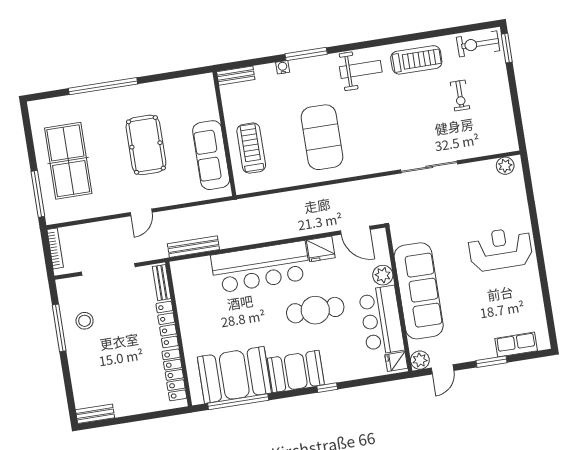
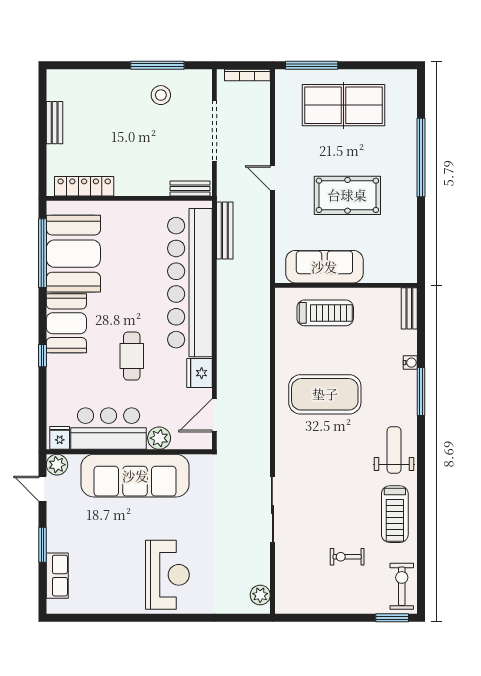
weight bench: (361, 69) -> (394, 450), turned 180
bar counter: (261, 267) -> (190, 283), width x1.36
cafe table: (315, 310) -> (132, 356), width x0.73, depth x0.74
locker: (167, 325) -> (142, 187), removed
bench: (95, 414) -> (55, 123), moved

